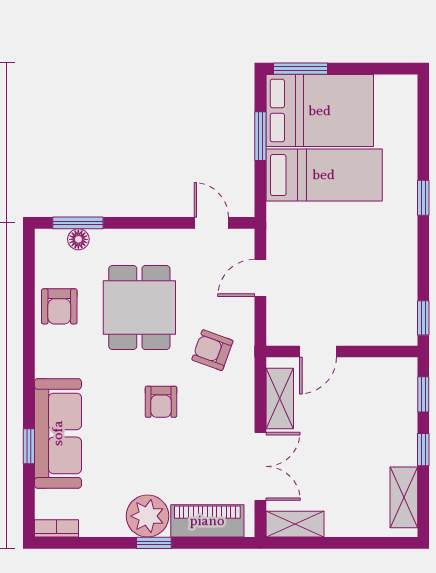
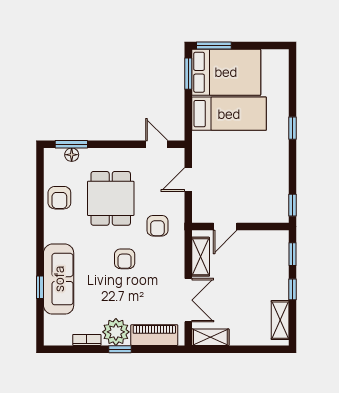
window: (260, 136) -> (188, 74), moved
armchair: (212, 350) -> (157, 226), turned -110
bookcase: (57, 528) -> (87, 340), moved

